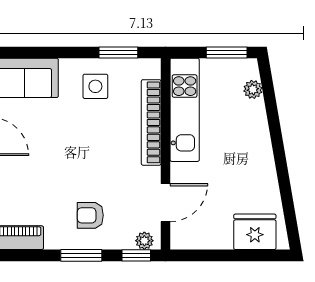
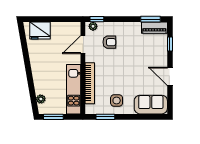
armchair: (90, 215) -> (109, 42), moved
window: (81, 255) -> (151, 19), moved

